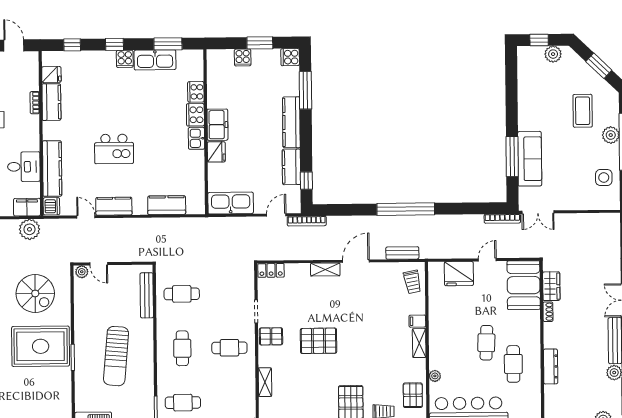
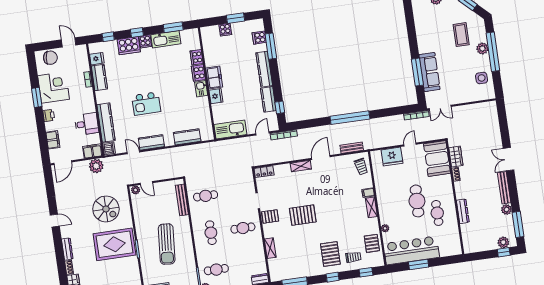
cooker: (290, 57) -> (259, 38), moved
cooker: (100, 62) -> (129, 46), added
cafe table: (486, 343) -> (417, 201), width x1.37, depth x1.35

